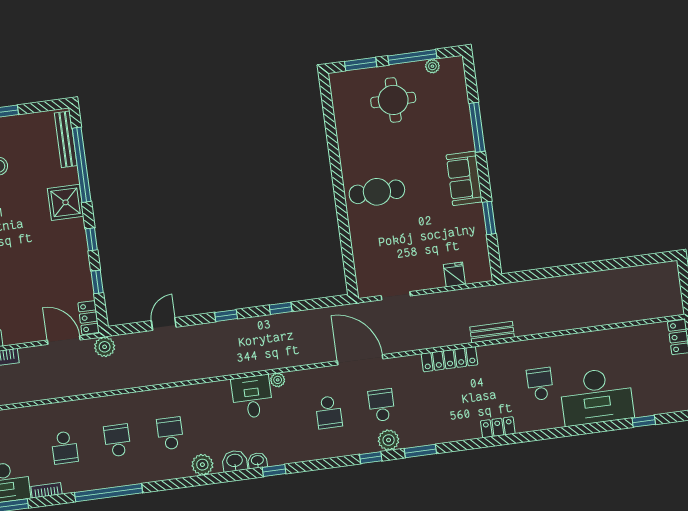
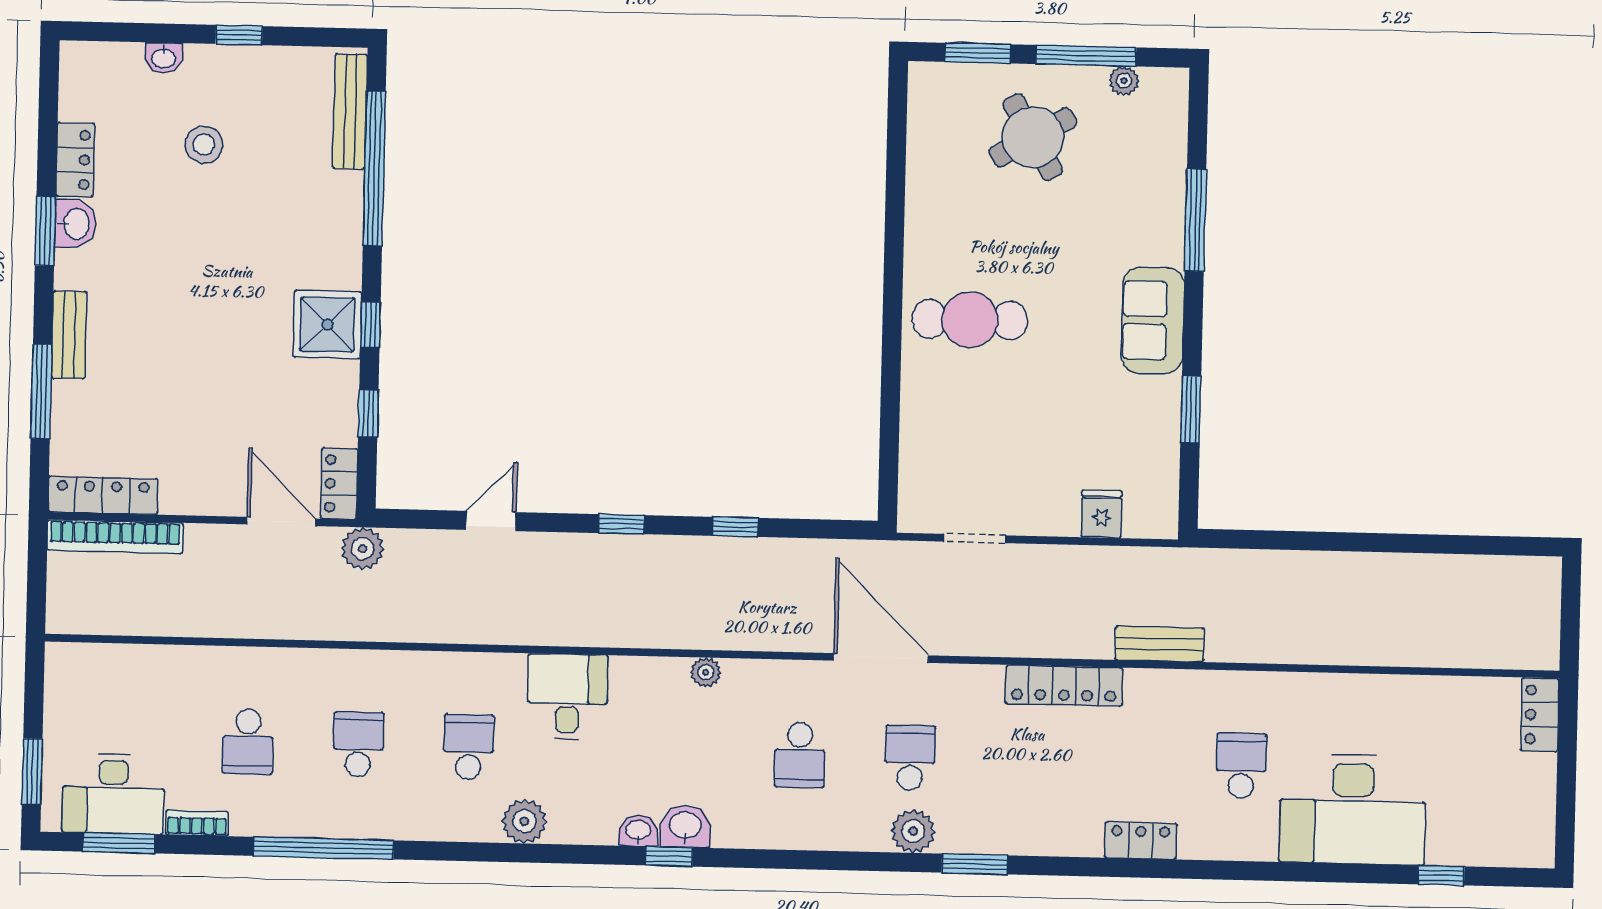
round table: (393, 100) -> (1033, 137), turned -30
shower: (66, 202) -> (327, 325), moved
desk: (252, 397) -> (567, 697), moved
window: (371, 458) -> (871, 861), removed
washbasin: (235, 461) -> (685, 826), moved

